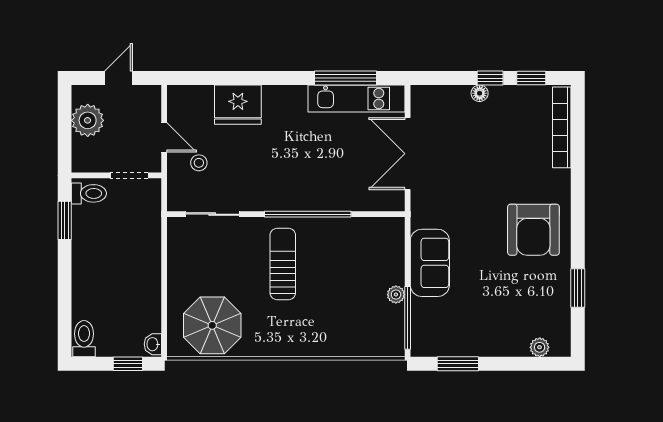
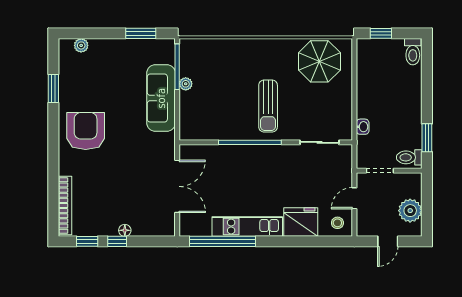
window: (345, 78) -> (222, 241), width x1.46
kitchen unit: (356, 99) -> (247, 227), moved
door: (164, 137) -> (354, 198), hinge flipped
stool: (199, 163) -> (337, 223), moved
sofa: (430, 263) -> (161, 98), width x1.36
washbasin: (153, 344) -> (363, 127), moved

